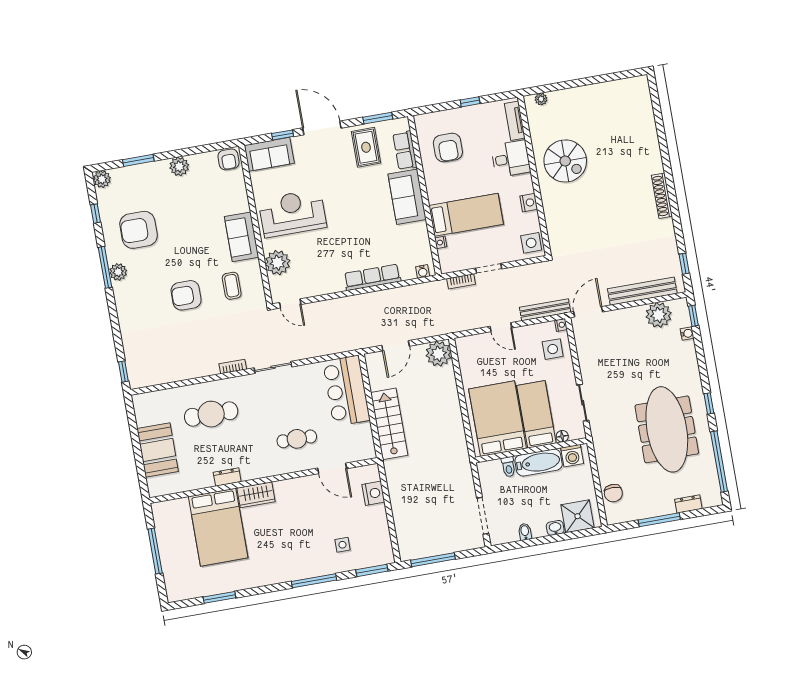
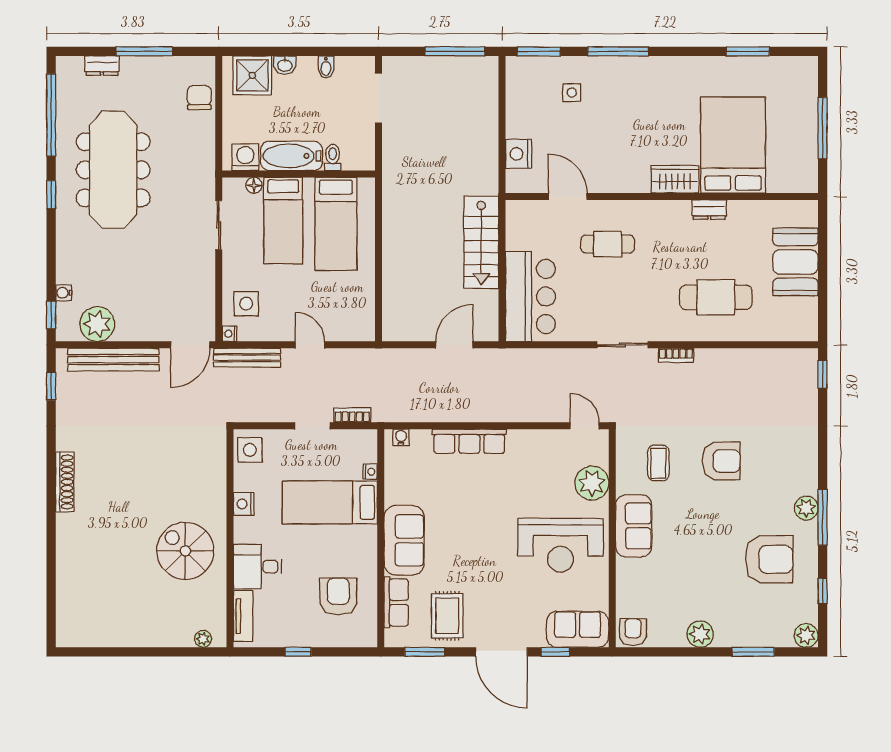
plant: (439, 354) -> (399, 324), removed
bed: (498, 419) -> (336, 224), width x0.67

